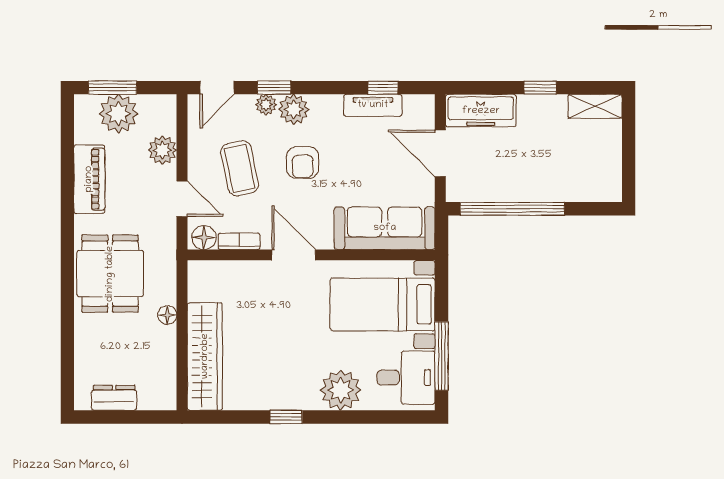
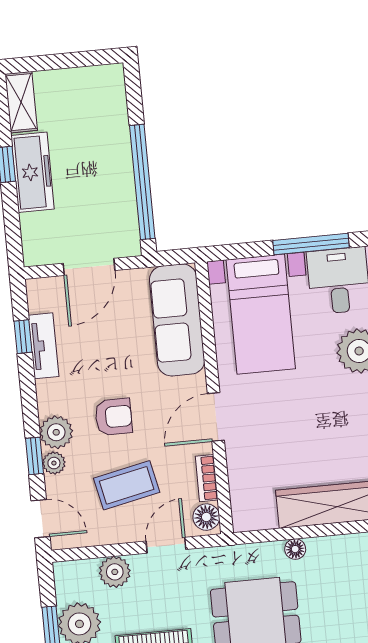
freezer: (481, 111) -> (33, 172), moved

